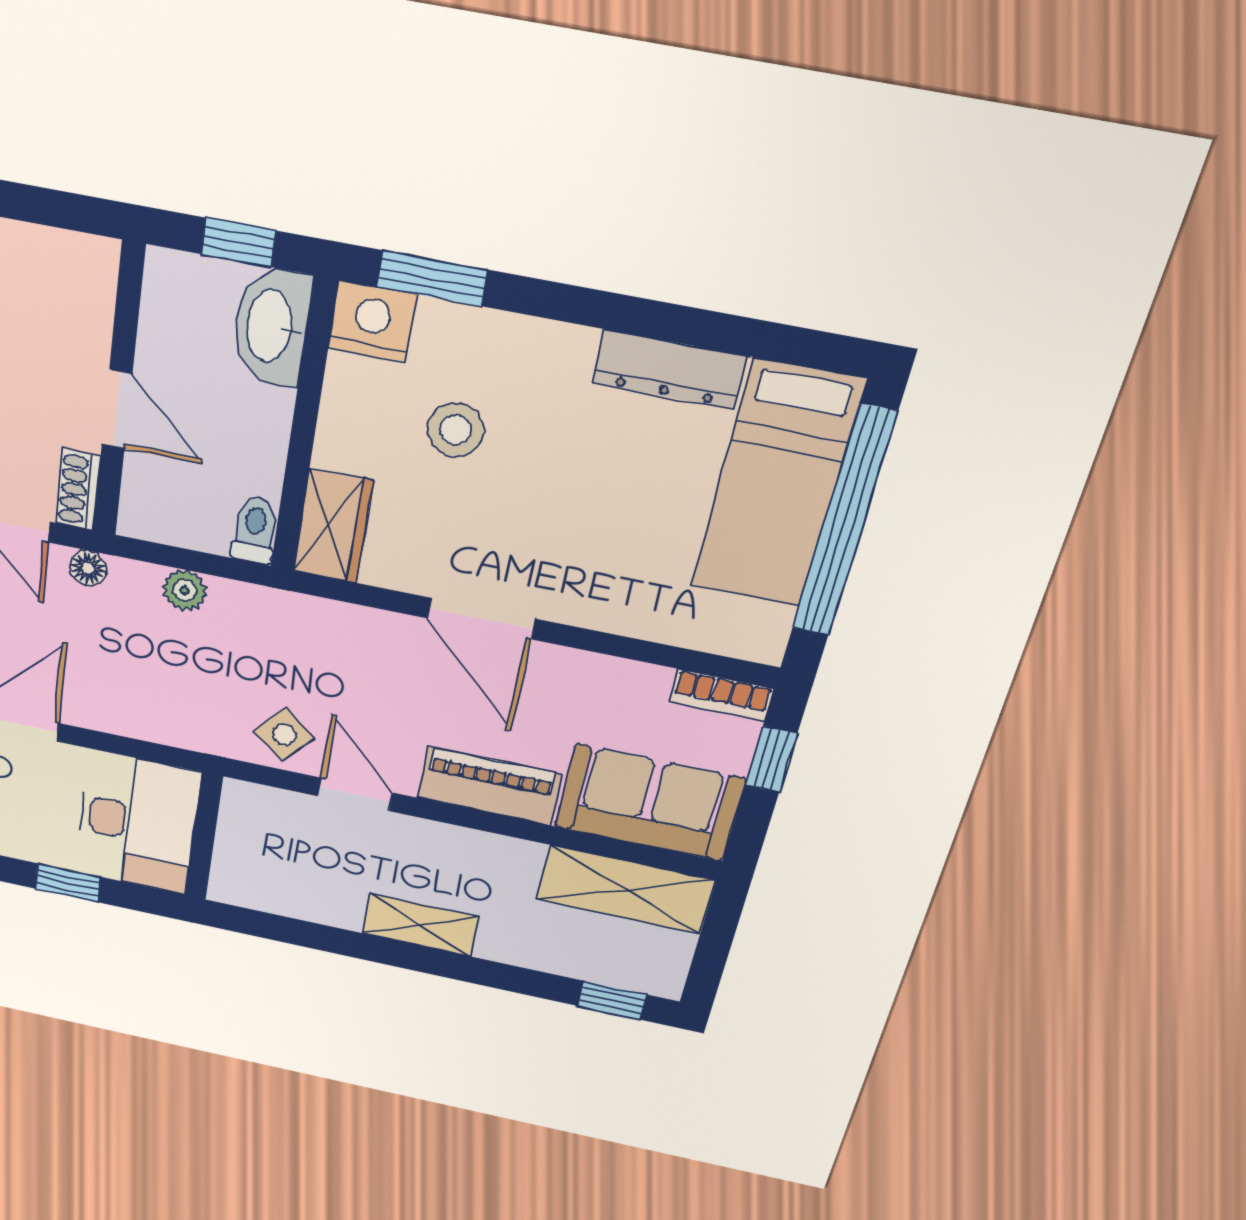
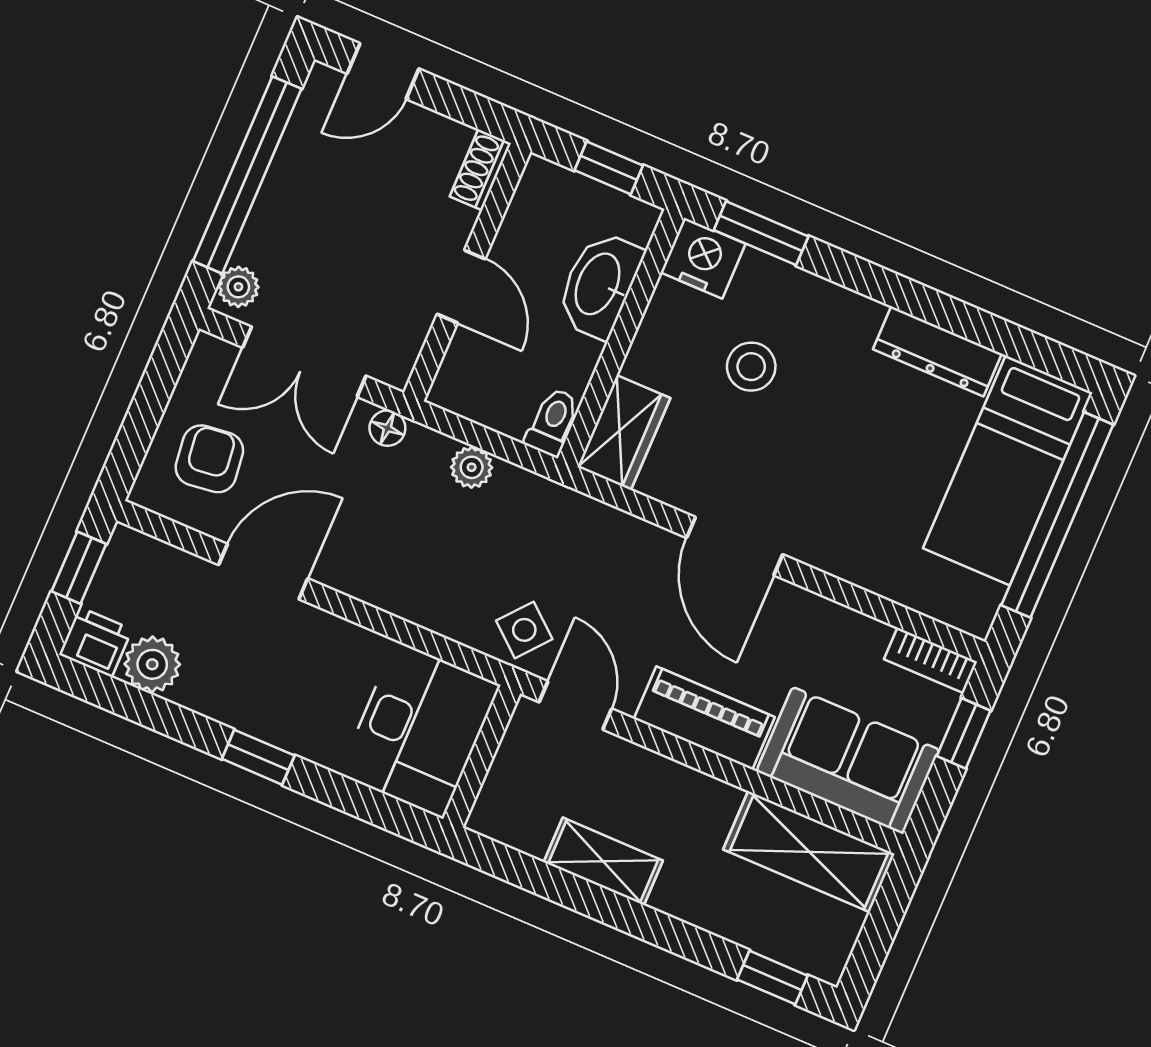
washbasin: (271, 326) -> (599, 285), moved
shoe rack: (78, 490) -> (480, 170), moved
desk: (138, 823) -> (419, 730), moved
wall: (204, 837) -> (482, 756), moved

